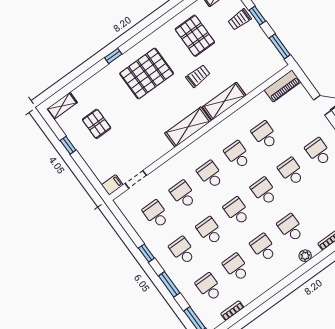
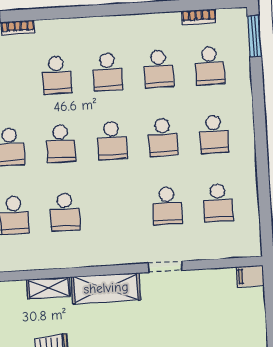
shelving: (224, 101) -> (49, 288), width x0.67, depth x0.75
school desk: (210, 175) -> (116, 209), removed
doorway: (136, 179) -> (165, 267), moved
window: (146, 253) -> (262, 161), removed
plant: (305, 256) -> (61, 28), removed
window: (169, 284) -> (258, 102), removed

